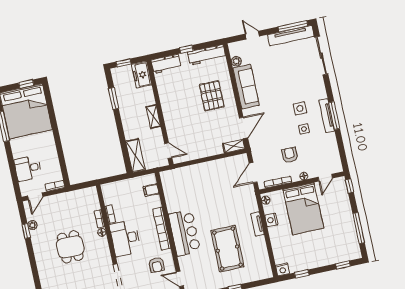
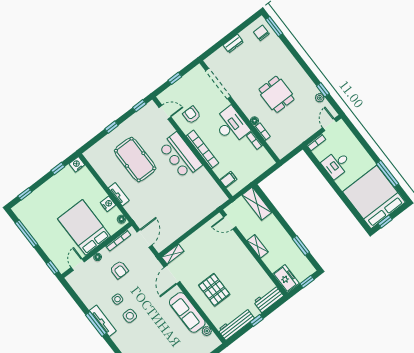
desk: (28, 168) -> (336, 164), moved, turned 180

